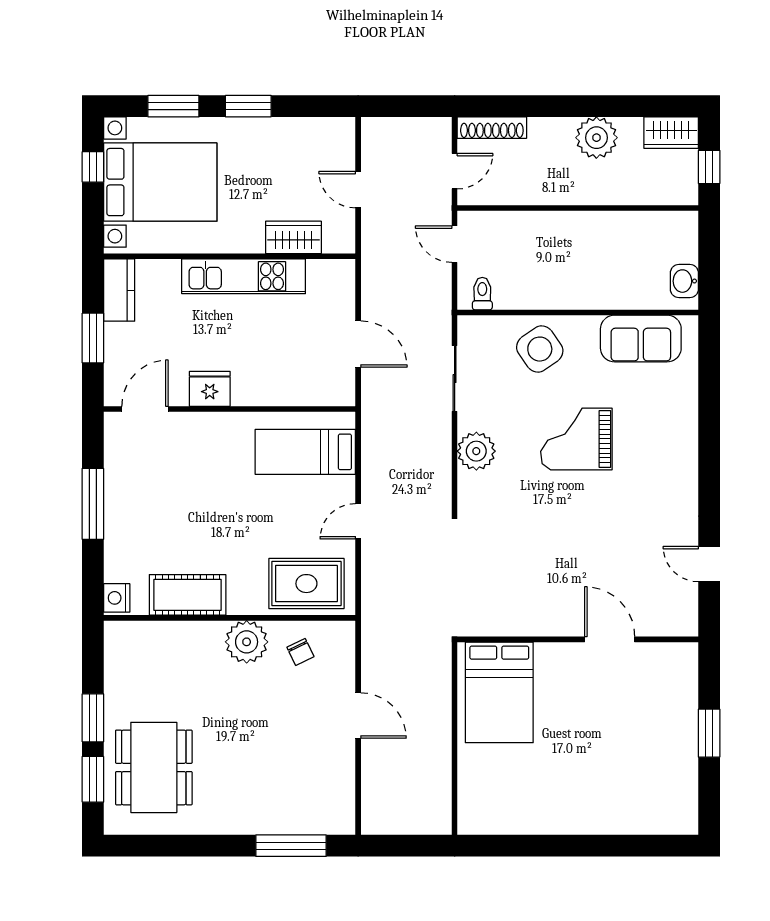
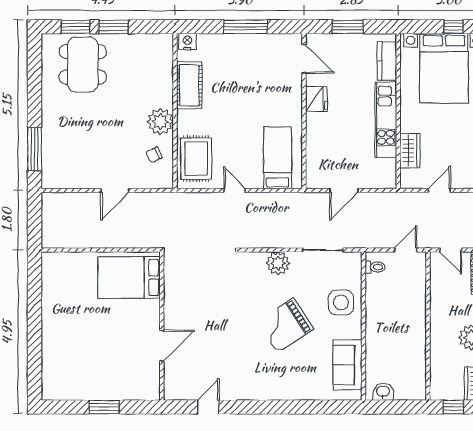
kitchen counter: (119, 290) -> (387, 61), moved, turned 90
side table: (540, 349) -> (341, 302), turned 35
grand piano: (576, 439) -> (285, 325), turned -123
dining table: (154, 767) -> (83, 64), turned 90

